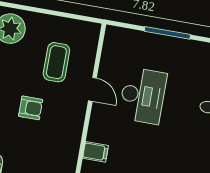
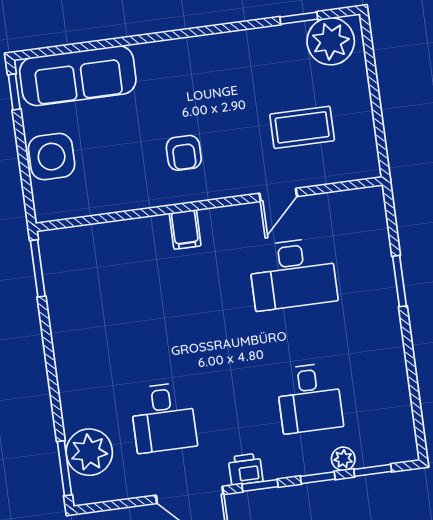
window: (167, 33) -> (400, 281), width x0.69
armchair: (31, 108) -> (184, 153), moved

